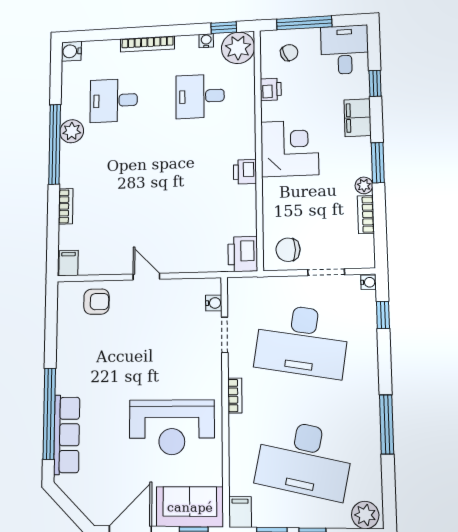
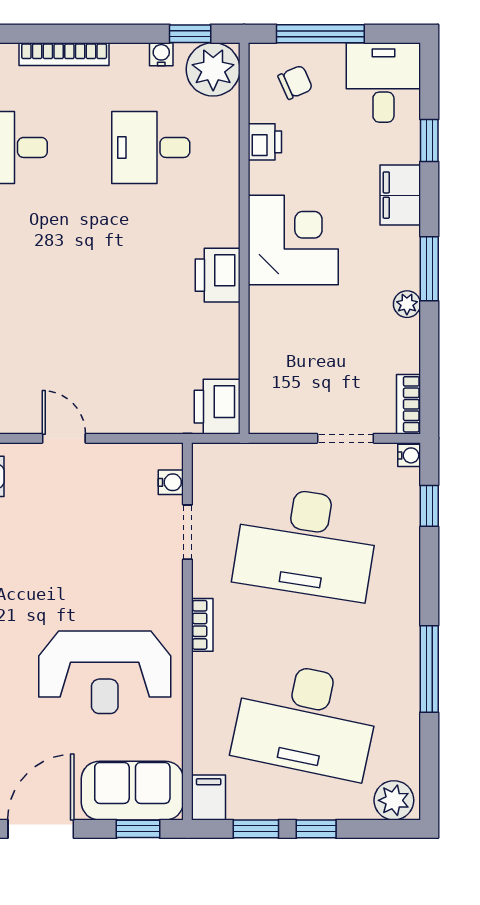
printer: (245, 172) -> (218, 275), width x1.36, depth x1.24
bookcase: (366, 215) -> (408, 404), moved
chair: (288, 250) -> (288, 402), removed

